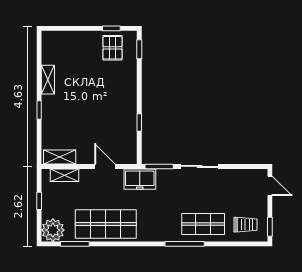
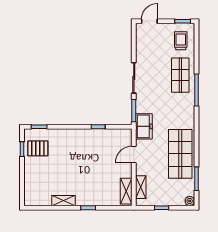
plant: (53, 230) -> (190, 201), width x0.53, depth x0.53

